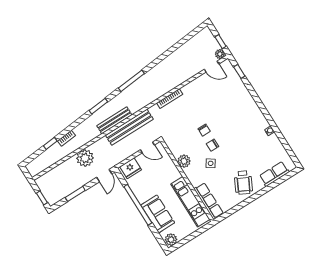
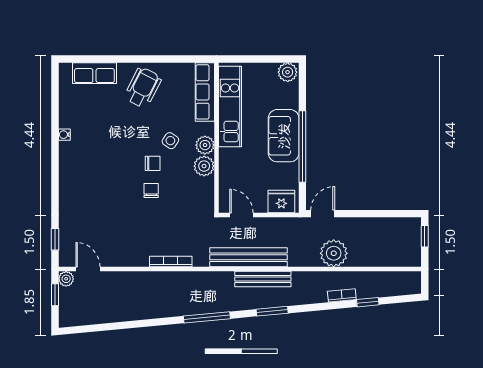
plant: (191, 173) -> (205, 145), added
window: (75, 194) -> (377, 214), removed
sofa: (158, 214) -> (284, 136), moved

